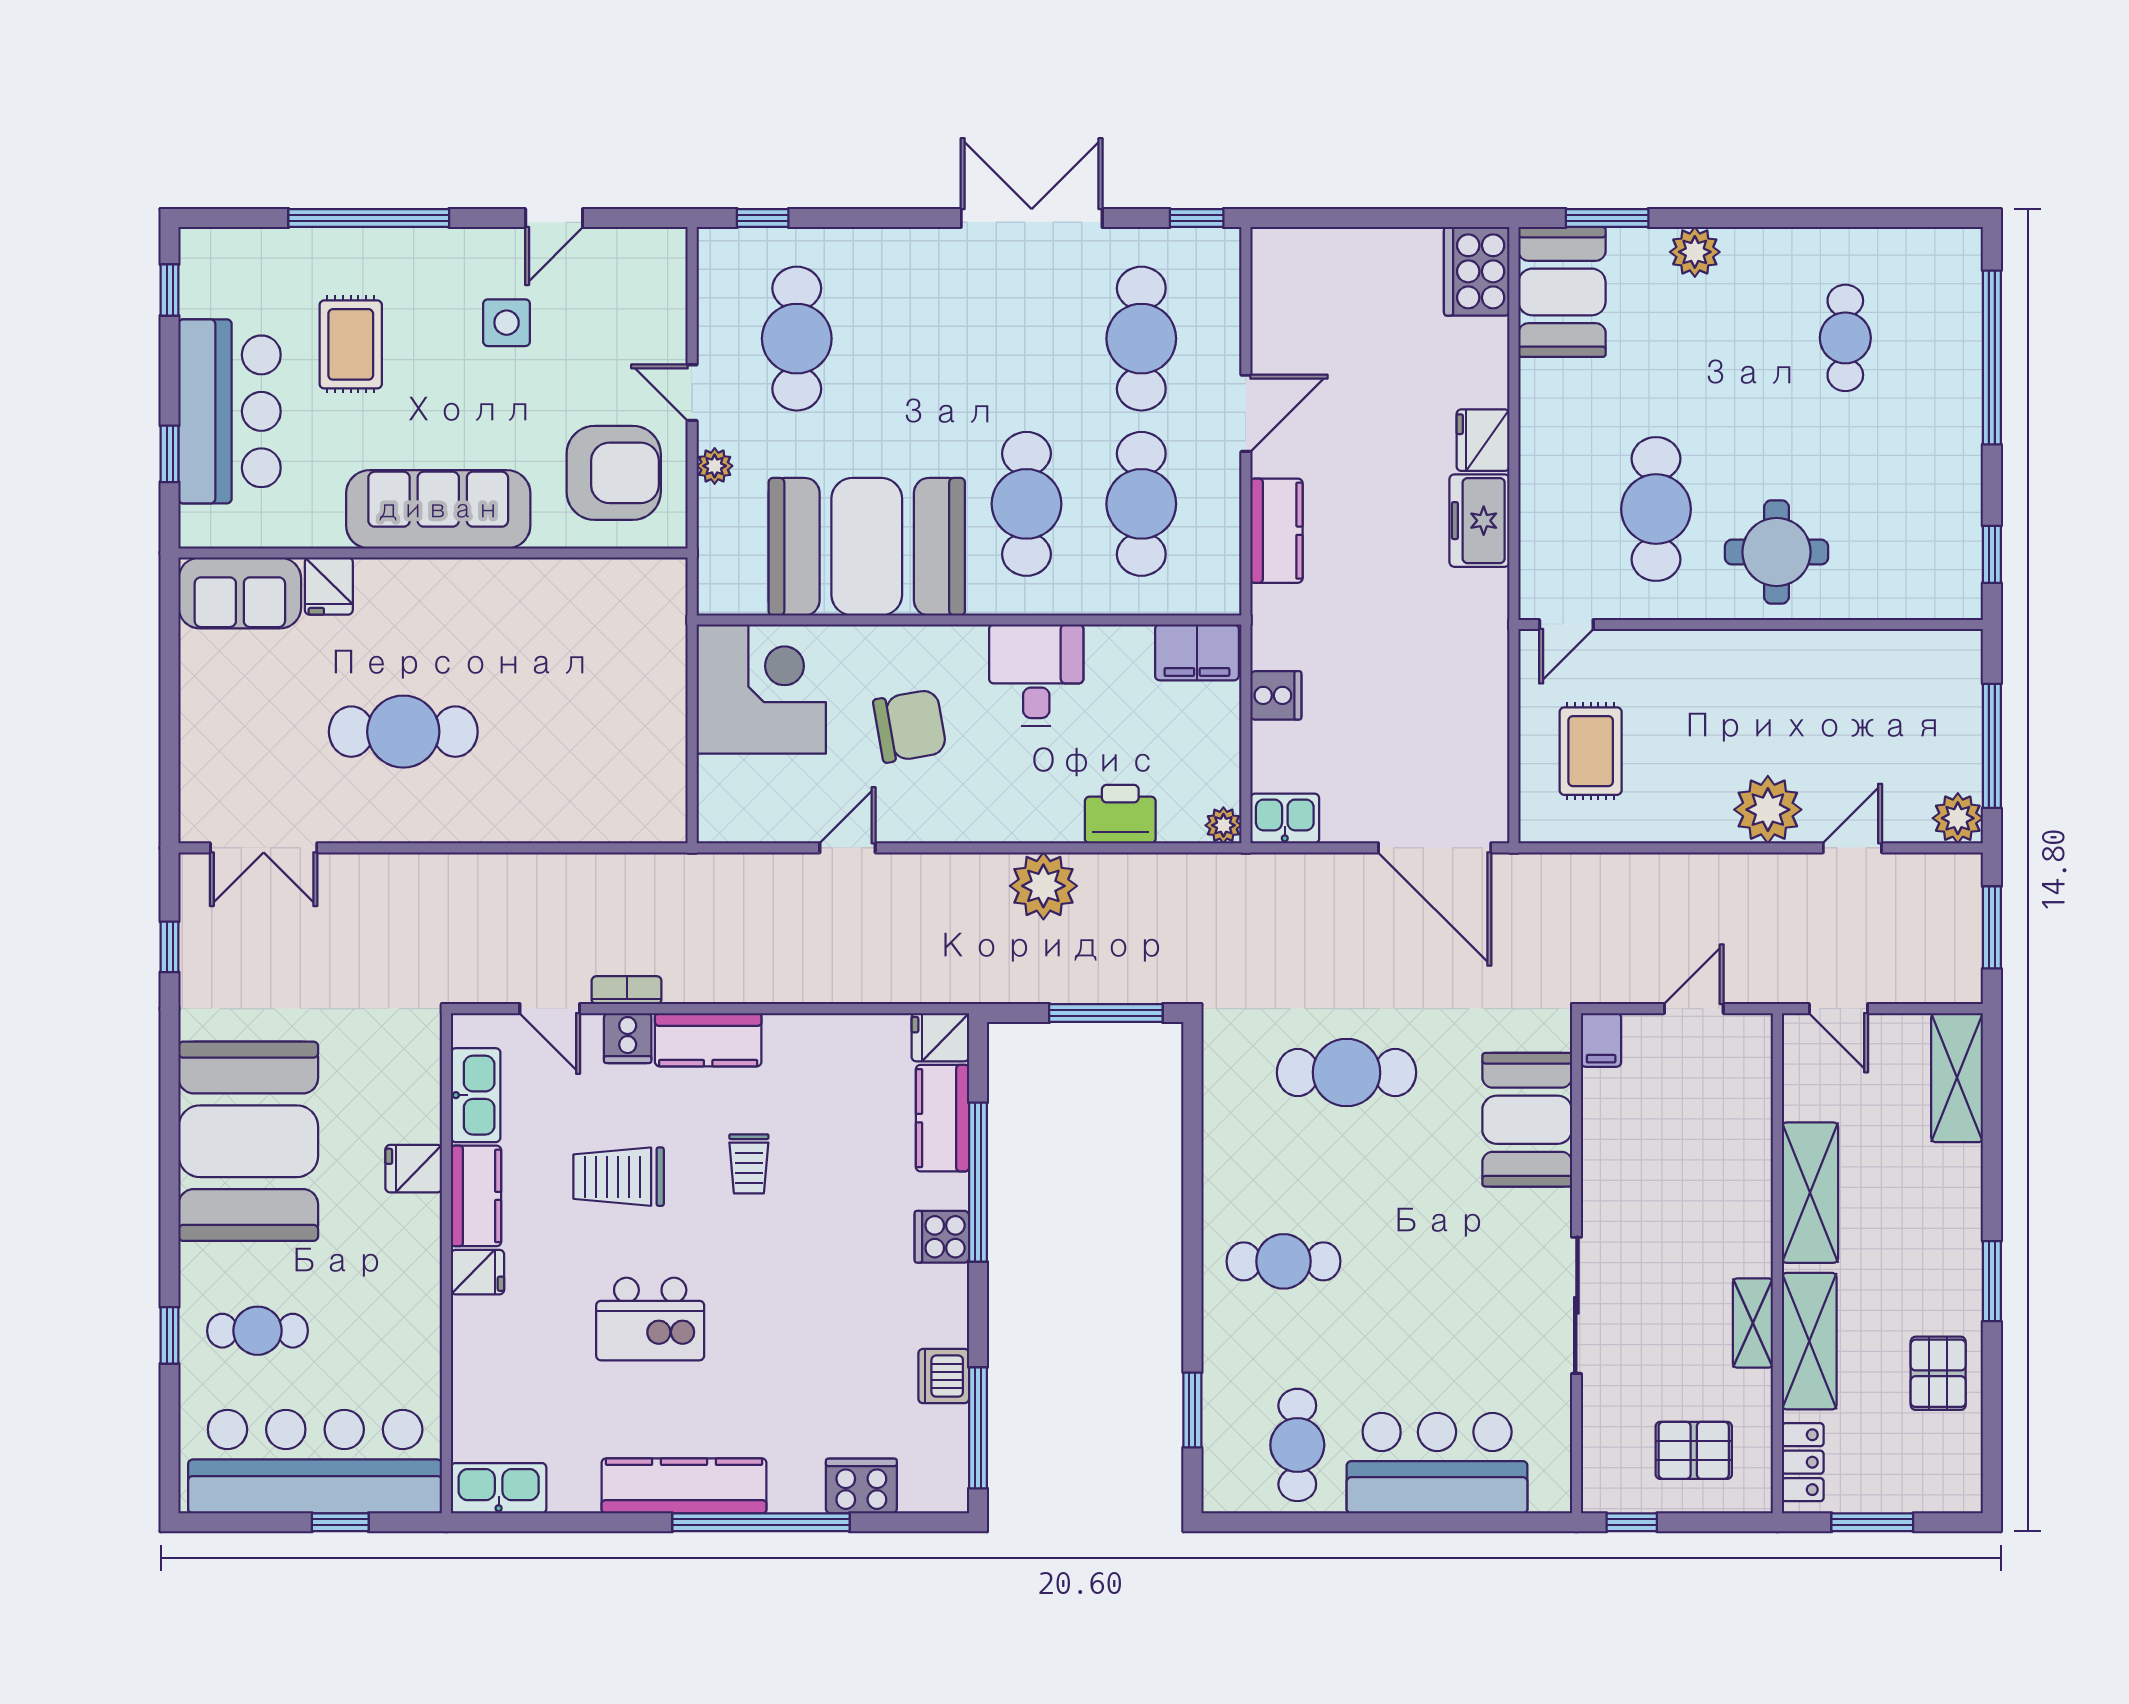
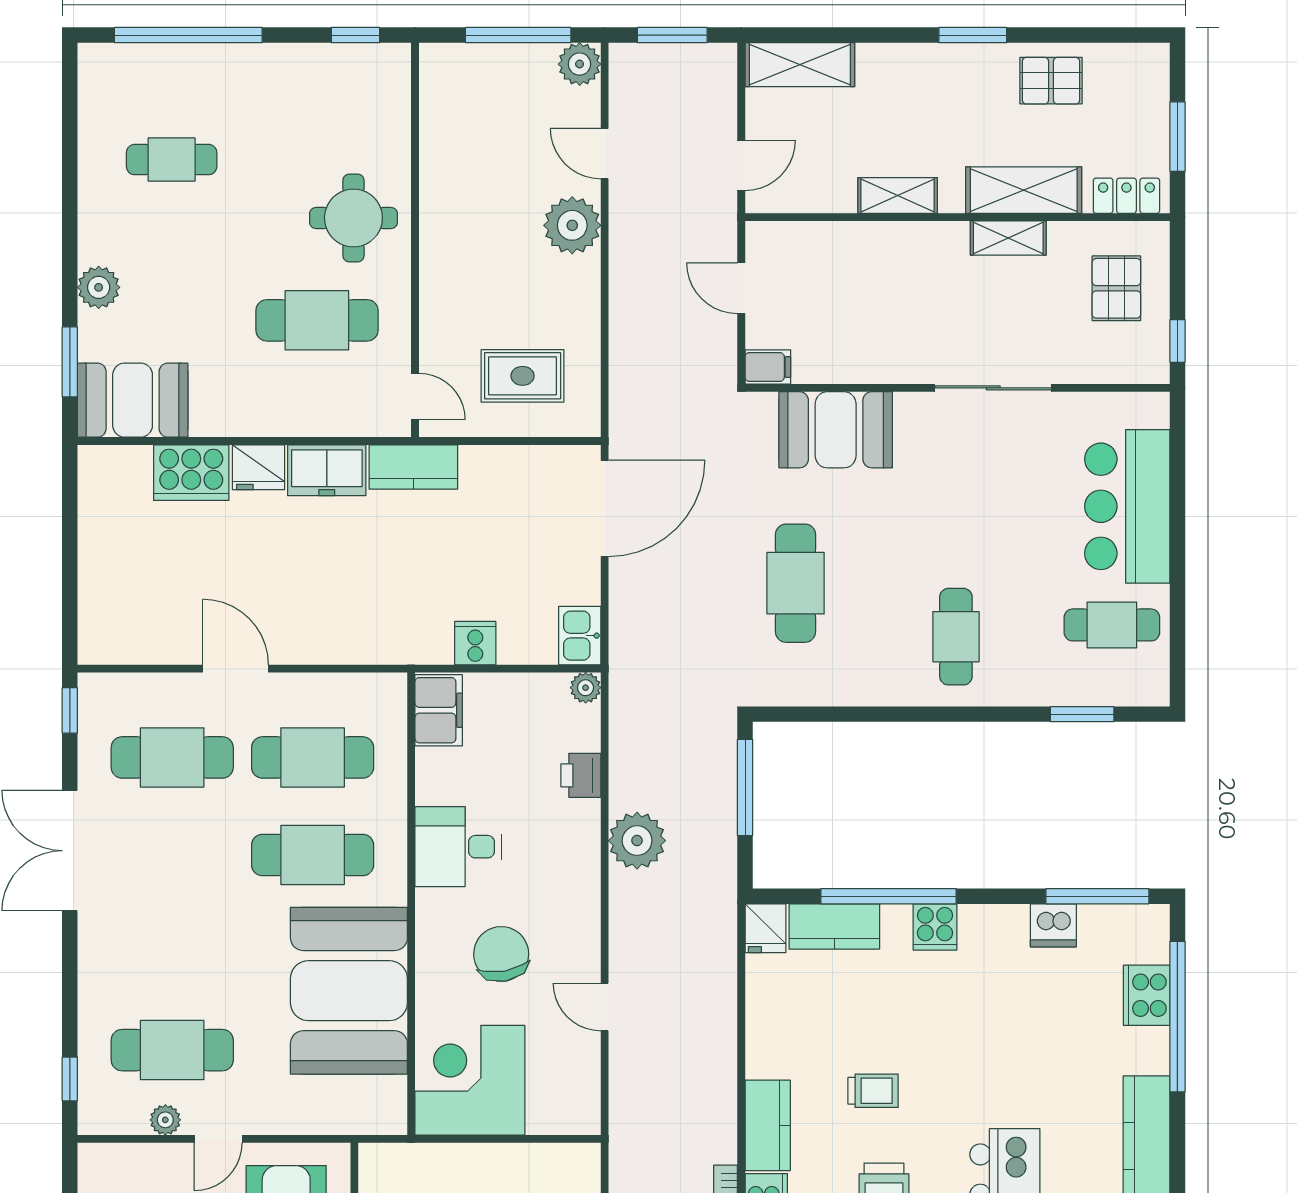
cooker: (1477, 271) -> (191, 473), moved
plant: (715, 466) -> (165, 1120), moved
kitchen counter: (1276, 531) -> (413, 467), moved, turned 180
printer: (1120, 814) -> (581, 775), width x0.73, depth x0.81
shelving: (1810, 1193) -> (898, 195), width x0.67, depth x0.75
window: (761, 1522) -> (1177, 1017), moved

